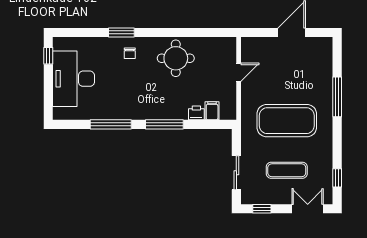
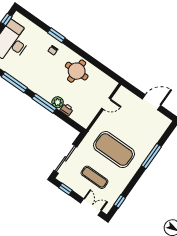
filing cabinet: (212, 111) -> (76, 115), removed
plant: (179, 112) -> (58, 102), added
sliding door: (236, 173) -> (65, 159), width x1.37

